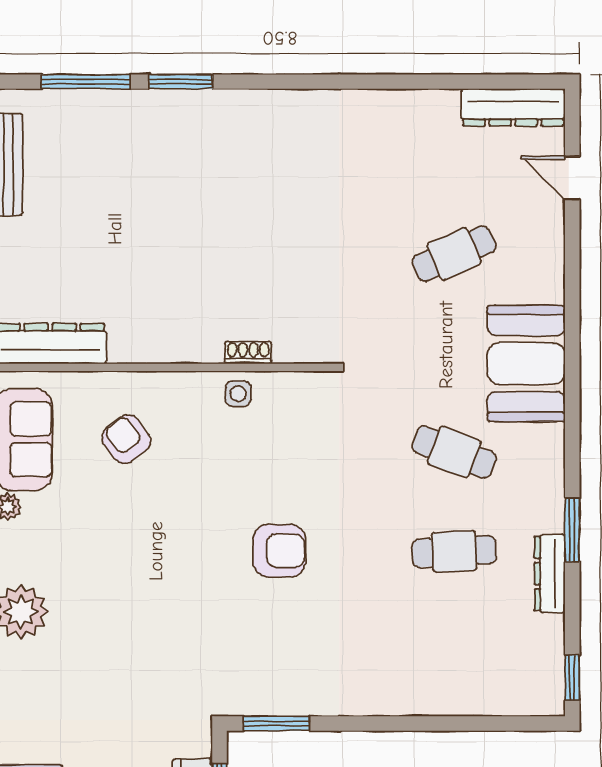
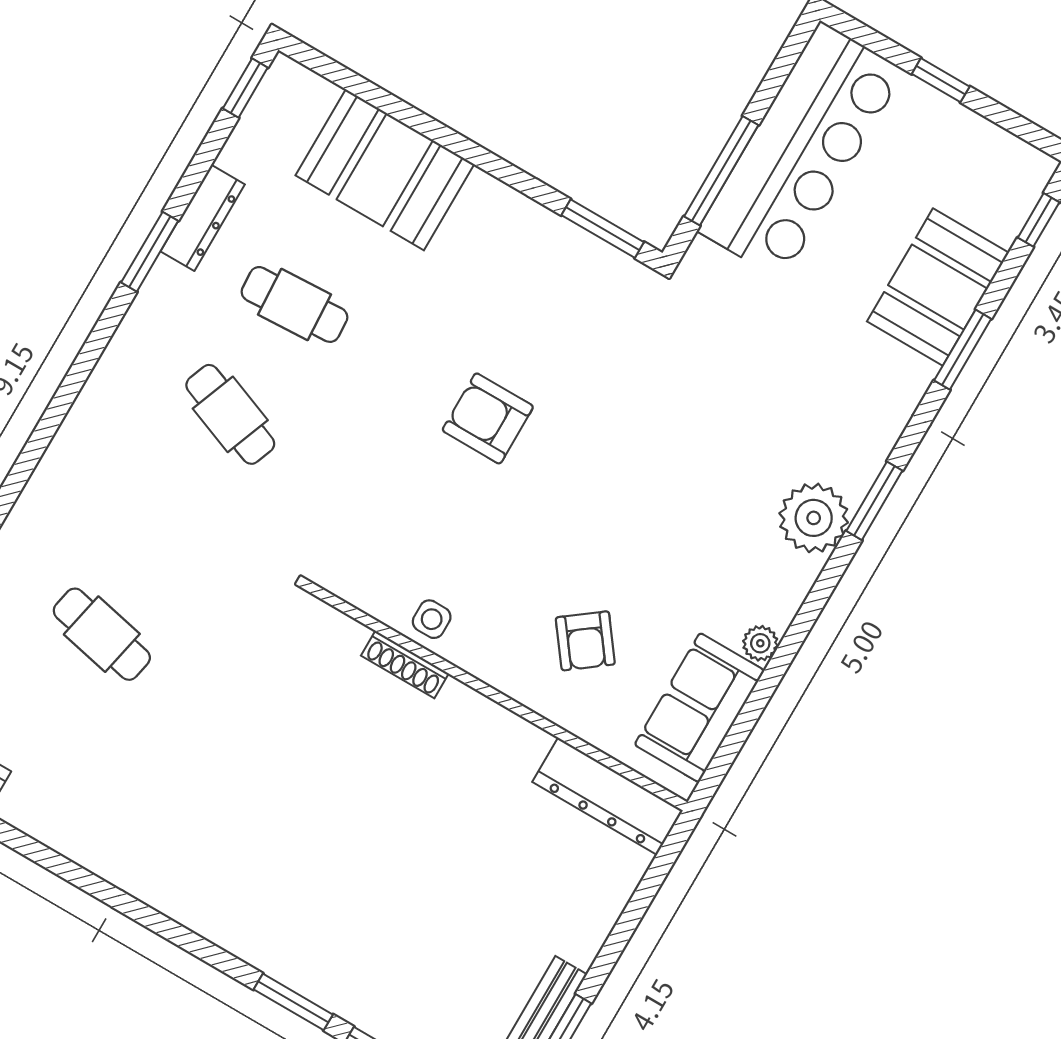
cafe table: (454, 254) -> (102, 634), turned 36
shoe rack: (248, 352) -> (405, 665), width x1.43
booth: (526, 364) -> (385, 170), moved, turned 90

